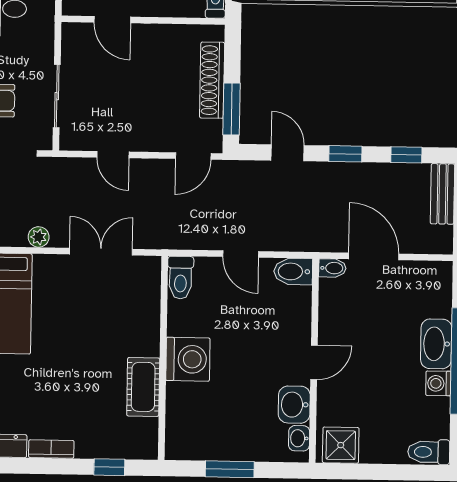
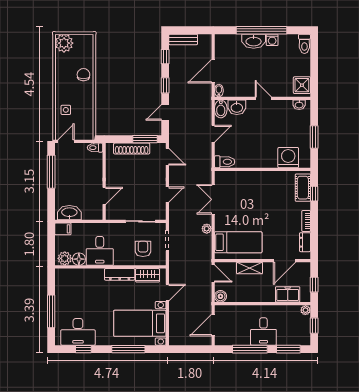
washing machine: (188, 359) -> (288, 158), moved
cot: (143, 387) -> (303, 188), moved, turned 90
washbasin: (294, 405) -> (237, 107), moved

